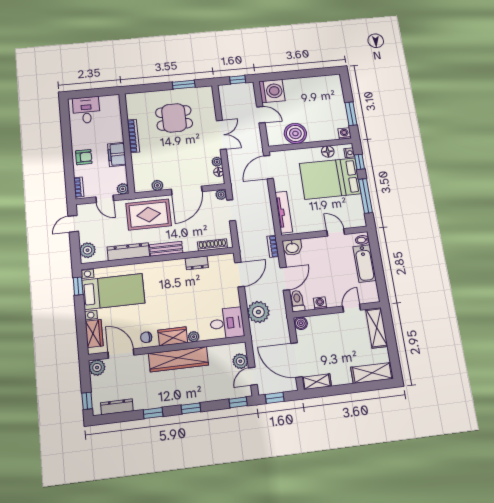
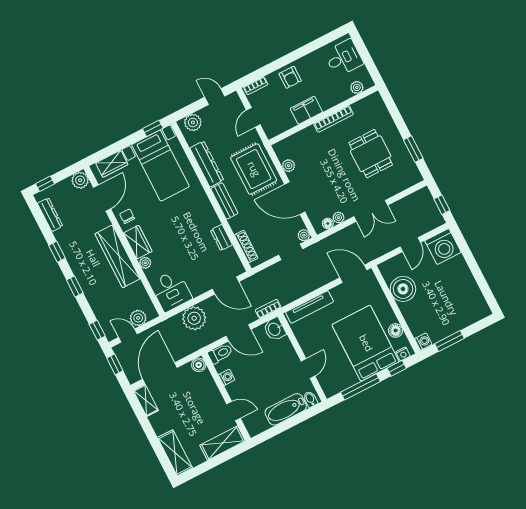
plant: (123, 189) -> (357, 87), moved

